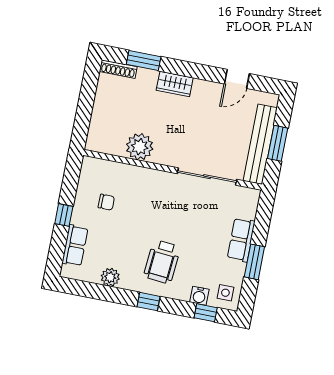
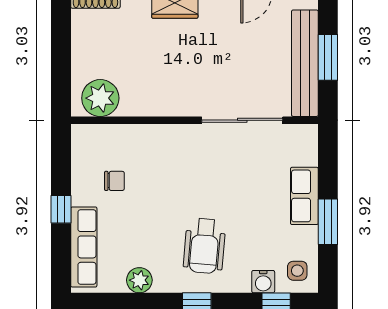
plant: (140, 147) -> (100, 98), moved
row of seats: (75, 245) -> (84, 247), width x1.48

